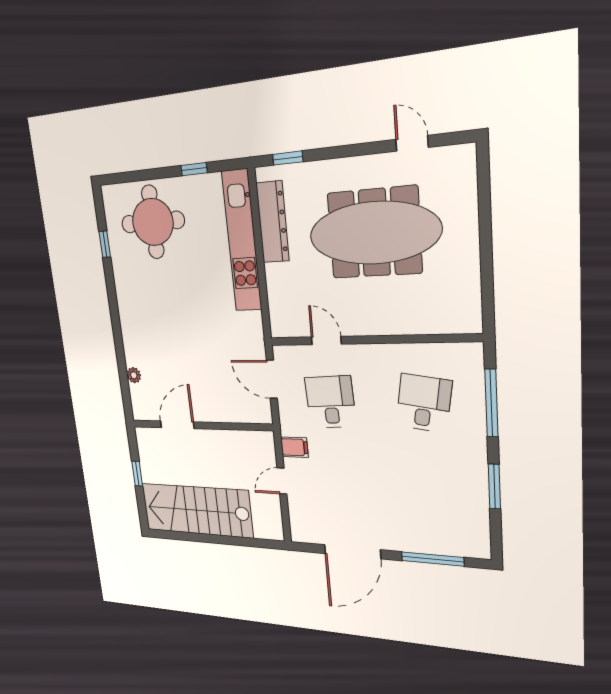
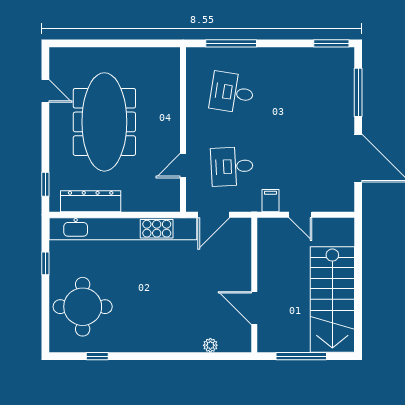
door: (412, 143) -> (45, 91), swing flipped
kitchen unit: (242, 241) -> (123, 229), width x1.36
window: (137, 474) -> (301, 356), width x2.17
window: (494, 487) -> (331, 43), moved

